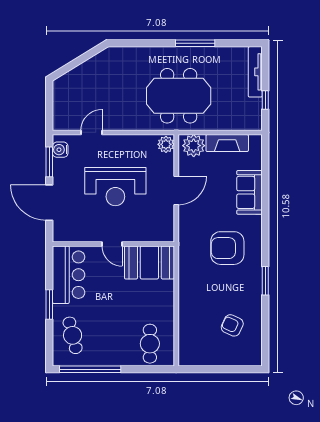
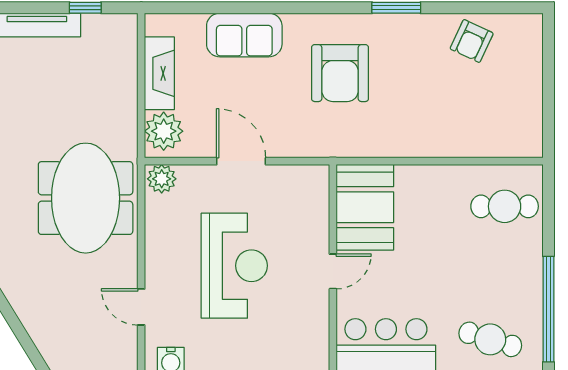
meeting table: (179, 96) -> (86, 198), moved
armchair: (232, 325) -> (472, 41), moved
cafe table: (73, 335) -> (490, 339), turned 31

